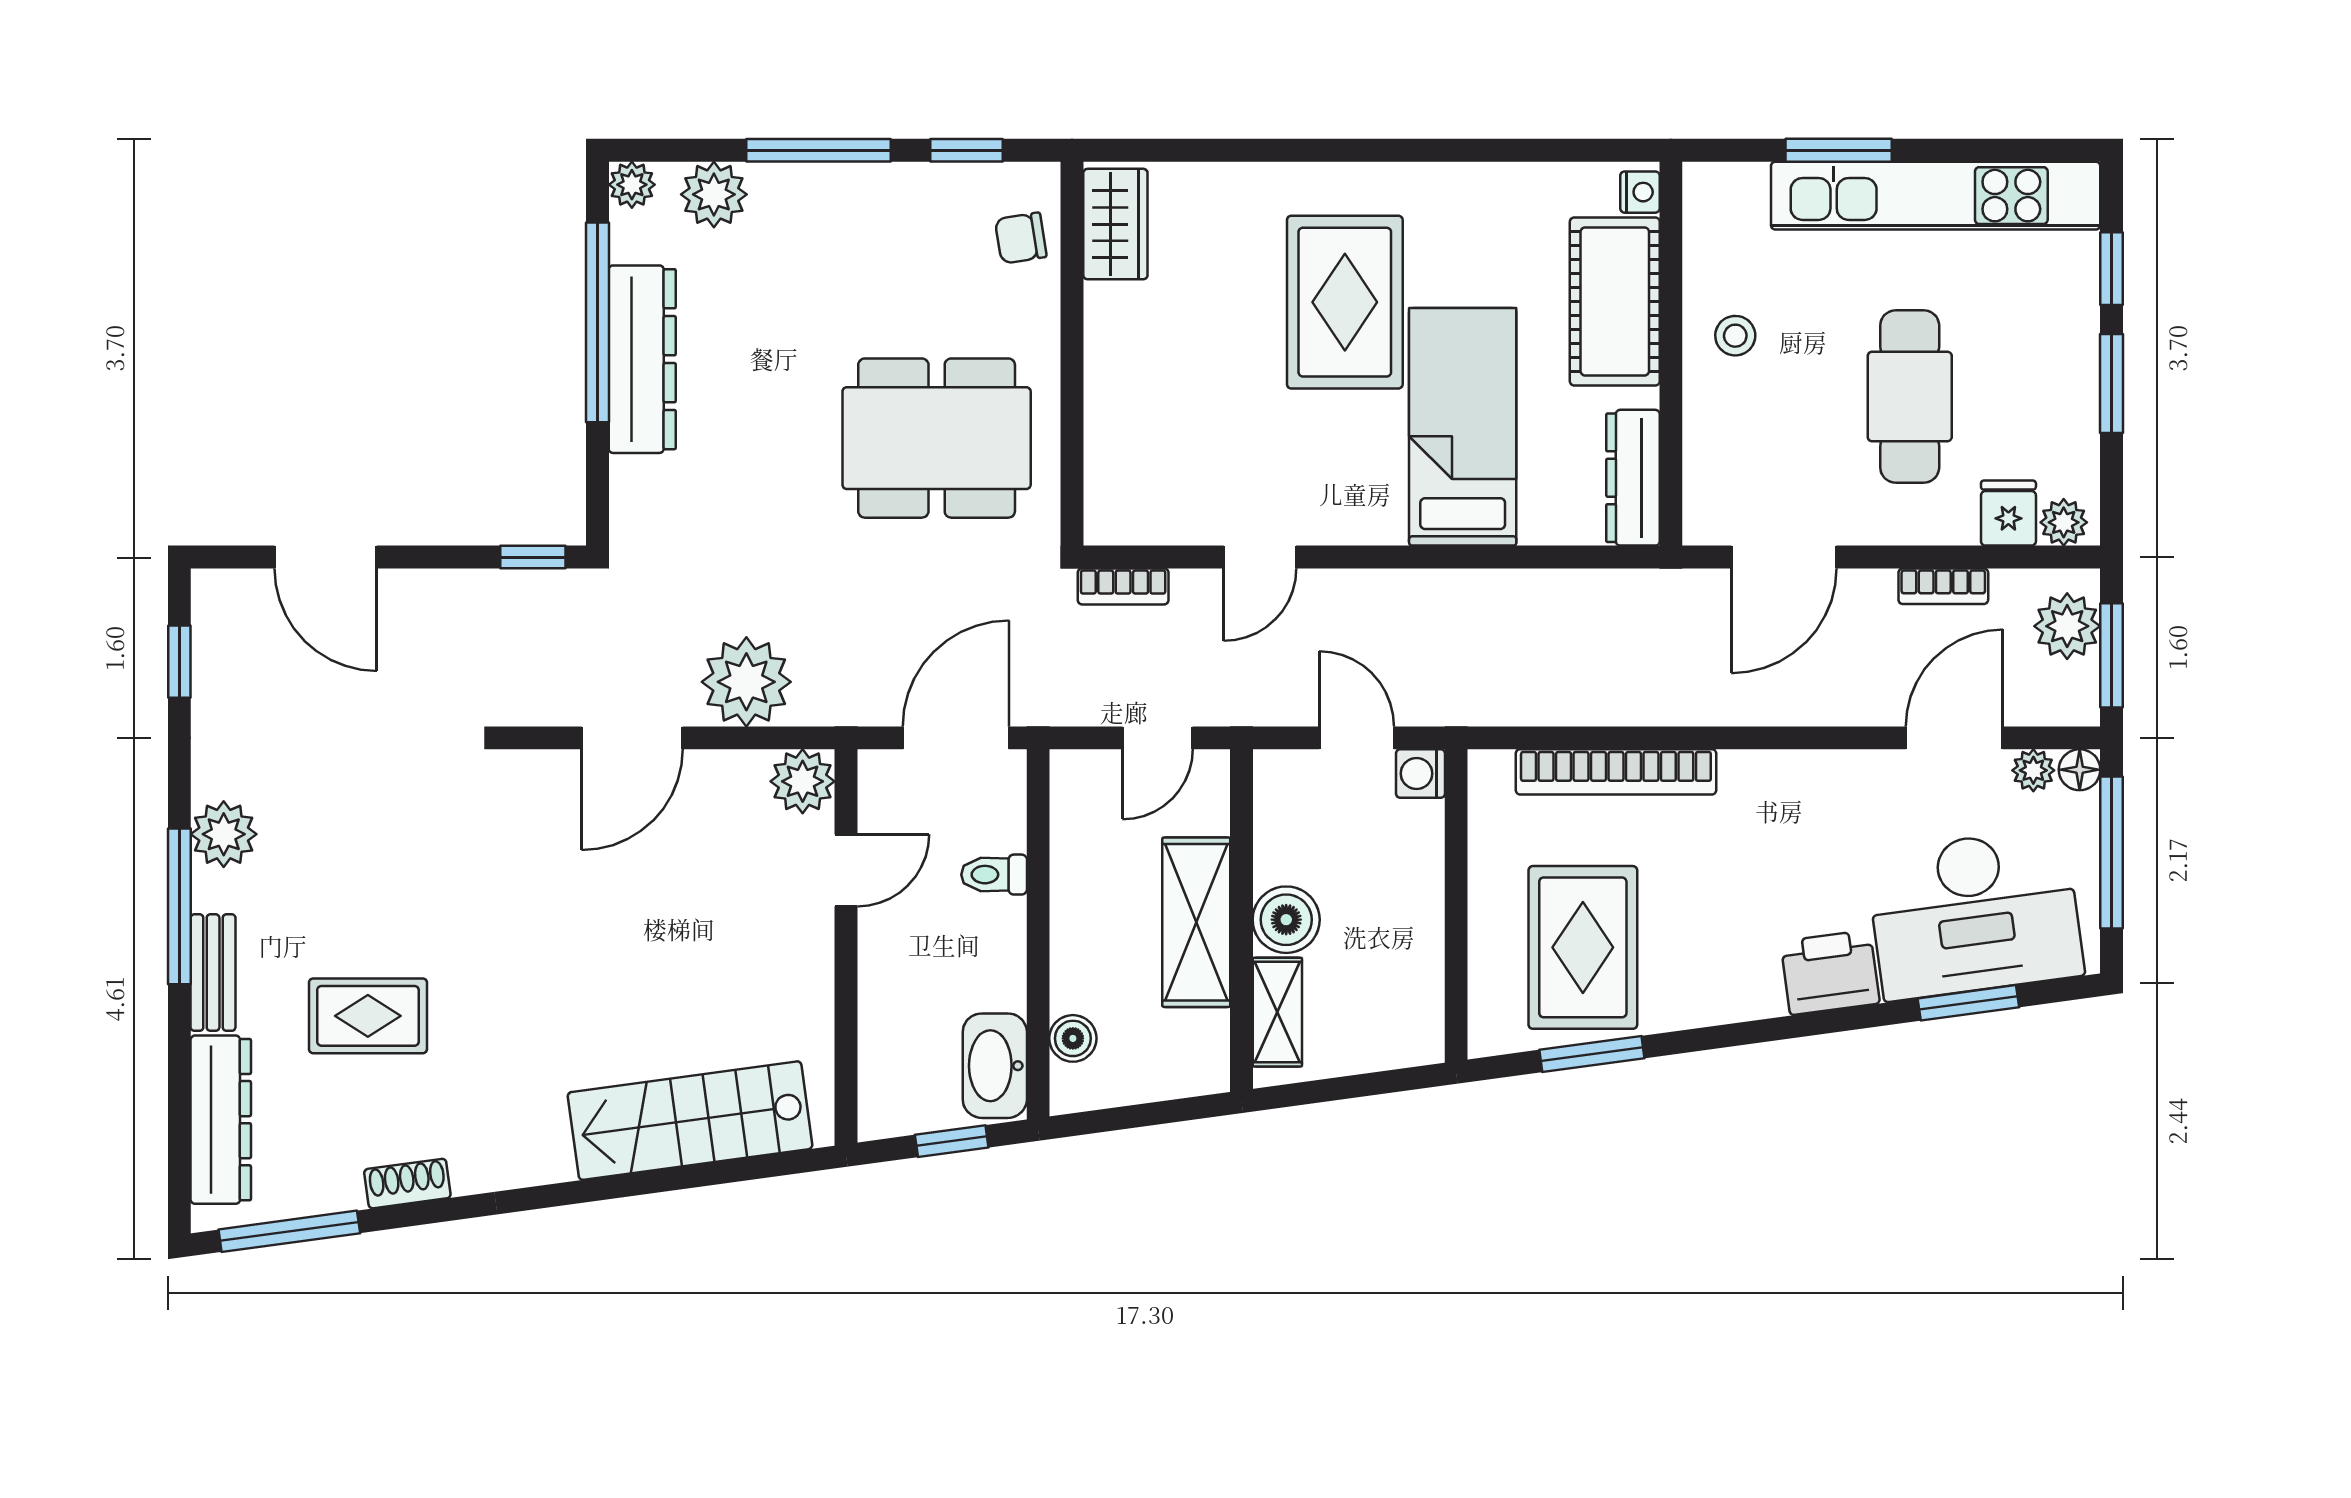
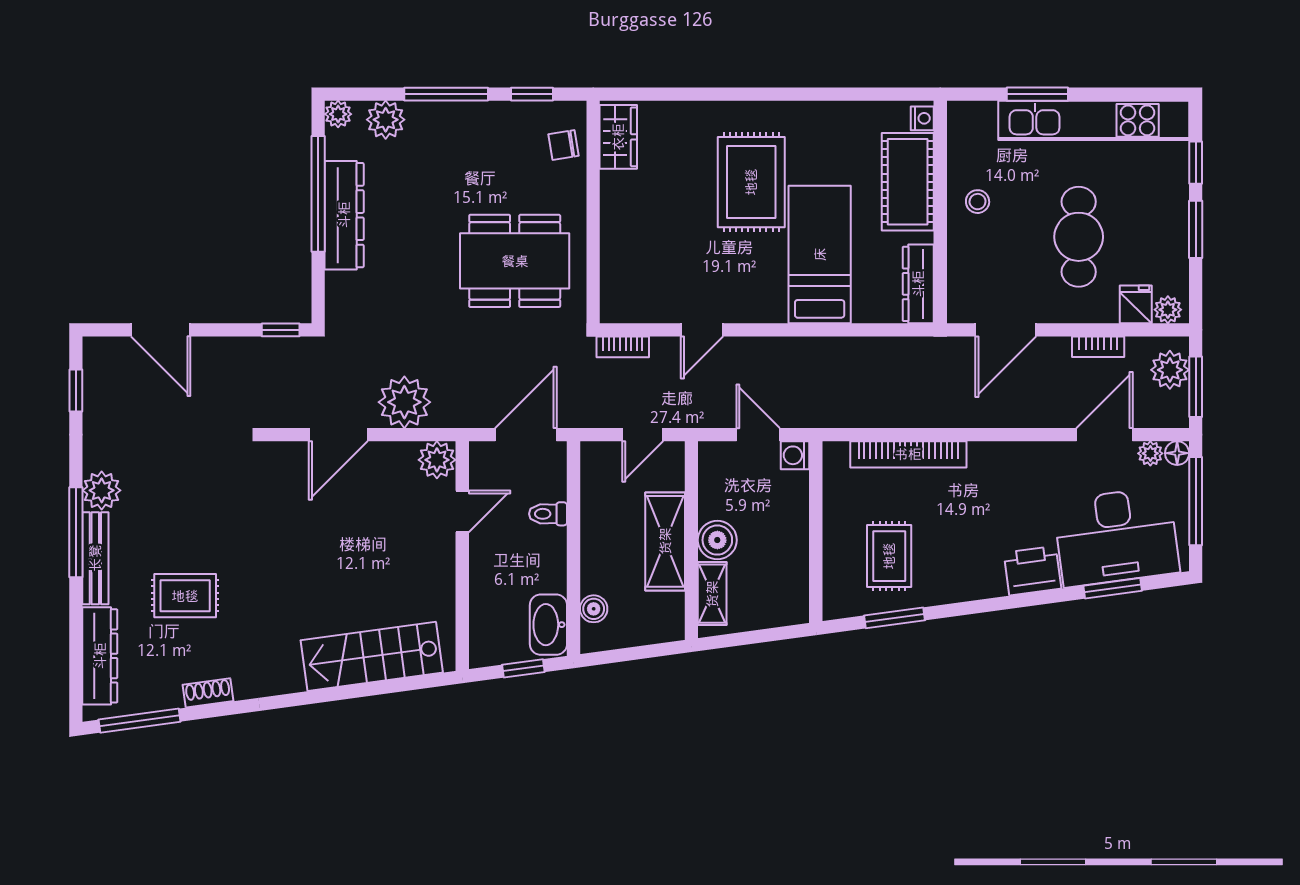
rug: (1583, 947) -> (889, 556), width x0.73, depth x0.70
bench: (213, 973) -> (95, 558), width x1.36

